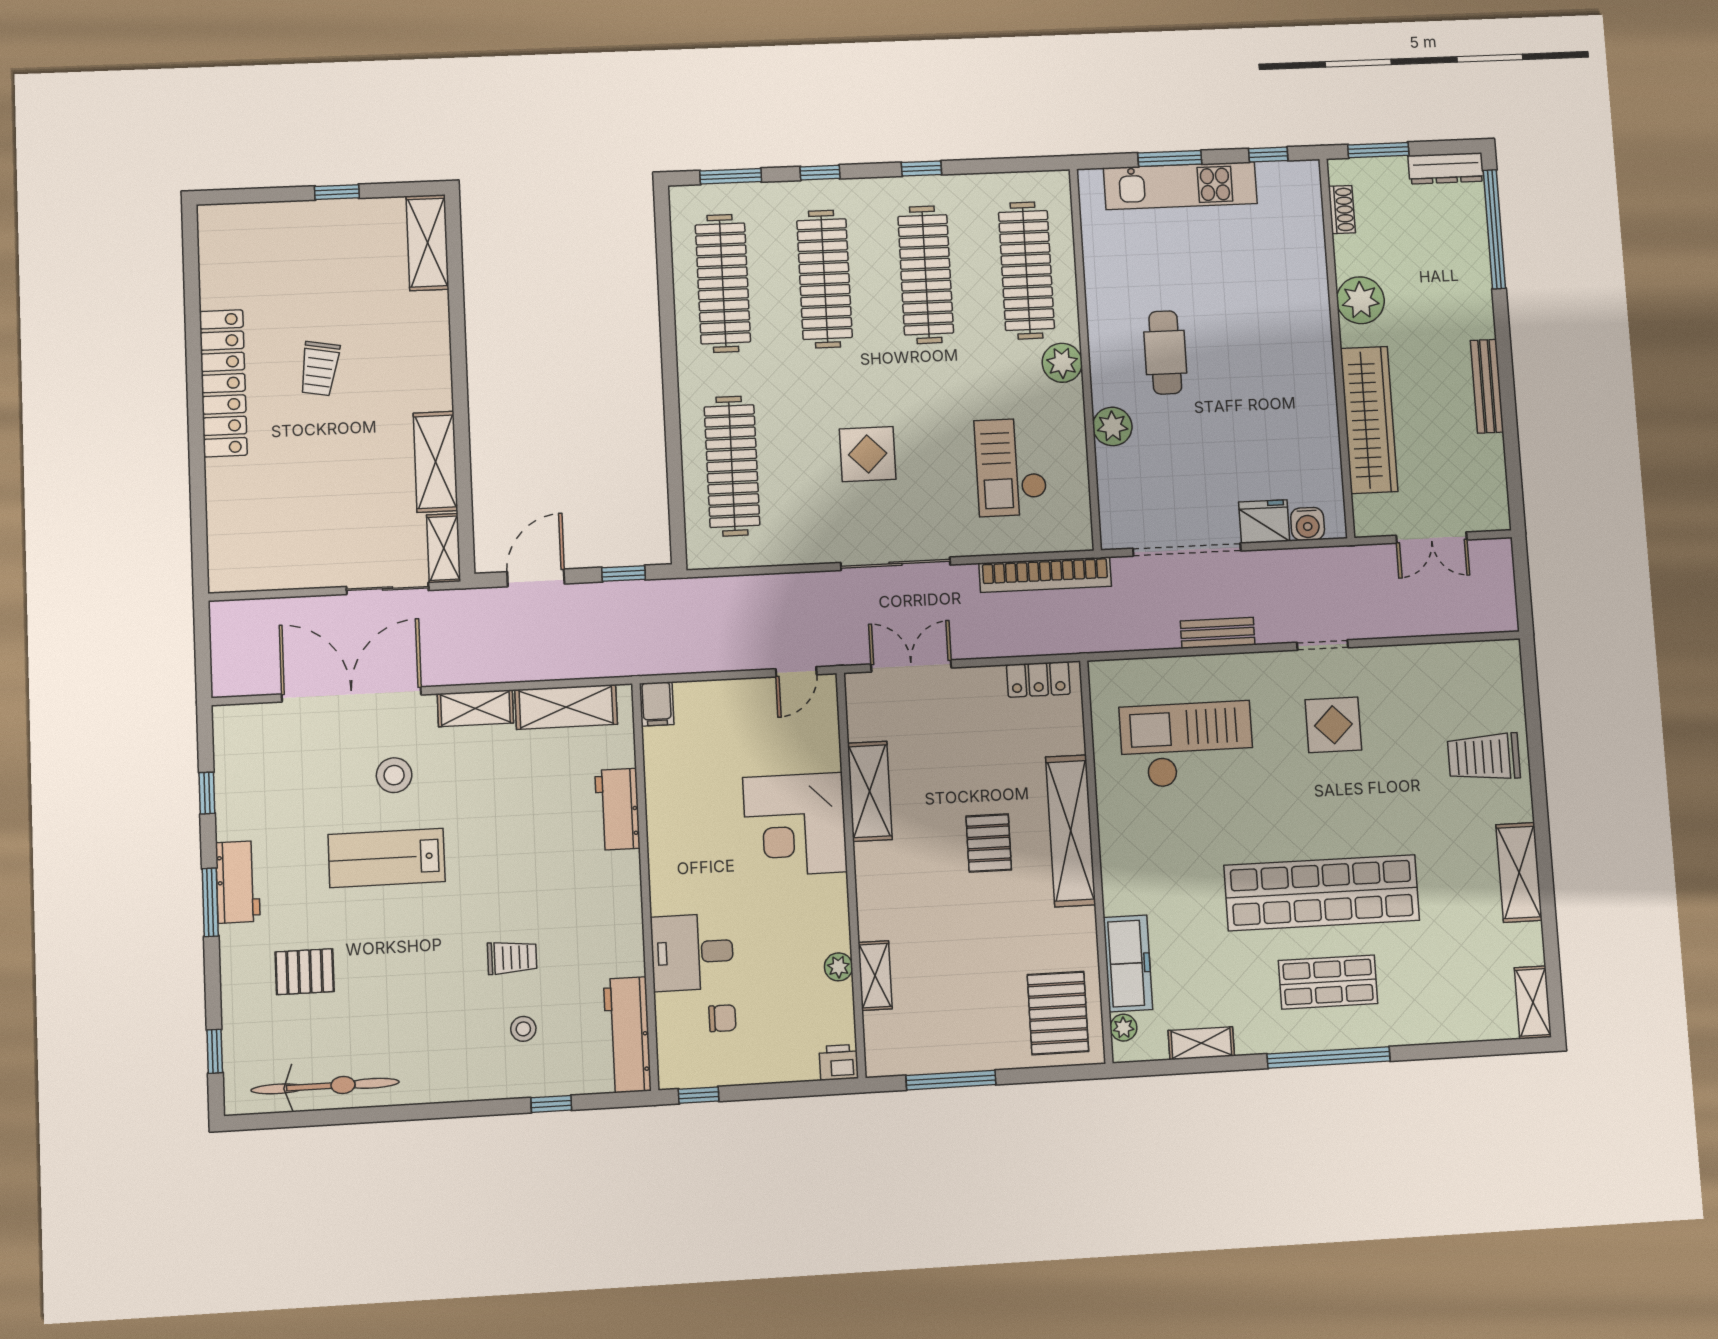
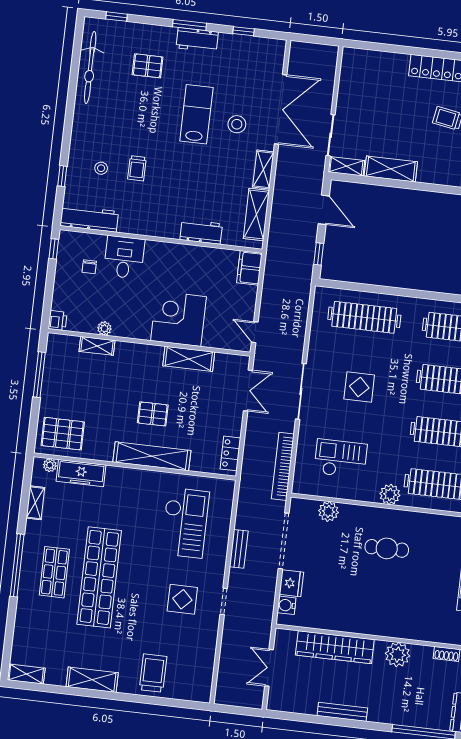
plant: (1112, 426) -> (328, 511), moved
filing cabinet: (657, 704) -> (249, 268), width x2.00
pallet: (305, 972) -> (148, 66), turned 90

